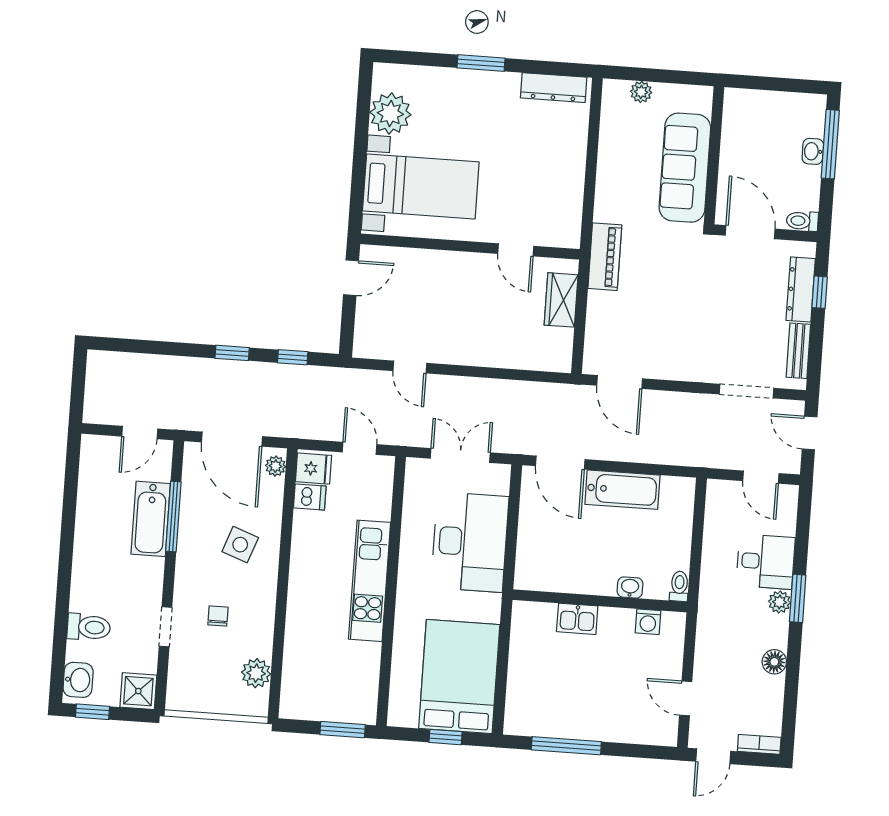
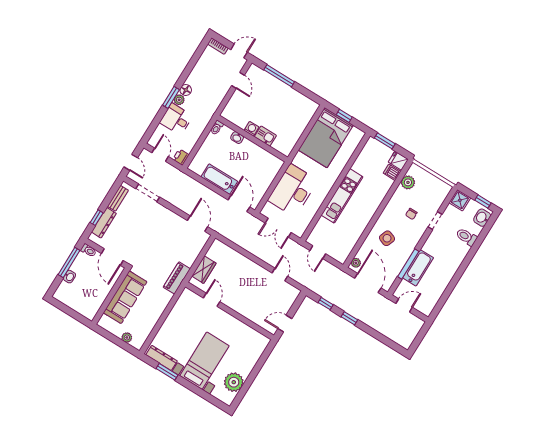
window: (481, 63) -> (167, 372), moved
window: (830, 144) -> (69, 262), moved
bed with nightstands: (421, 186) -> (204, 361), moved, turned 90
fridge: (313, 469) -> (398, 161), moved
printer: (719, 493) -> (181, 157), added
dishwasher: (310, 497) -> (392, 172), moved
washing machine: (648, 622) -> (251, 129), moved
floor lamp: (774, 662) -> (186, 90), moved
window: (566, 746) -> (279, 76), moved

